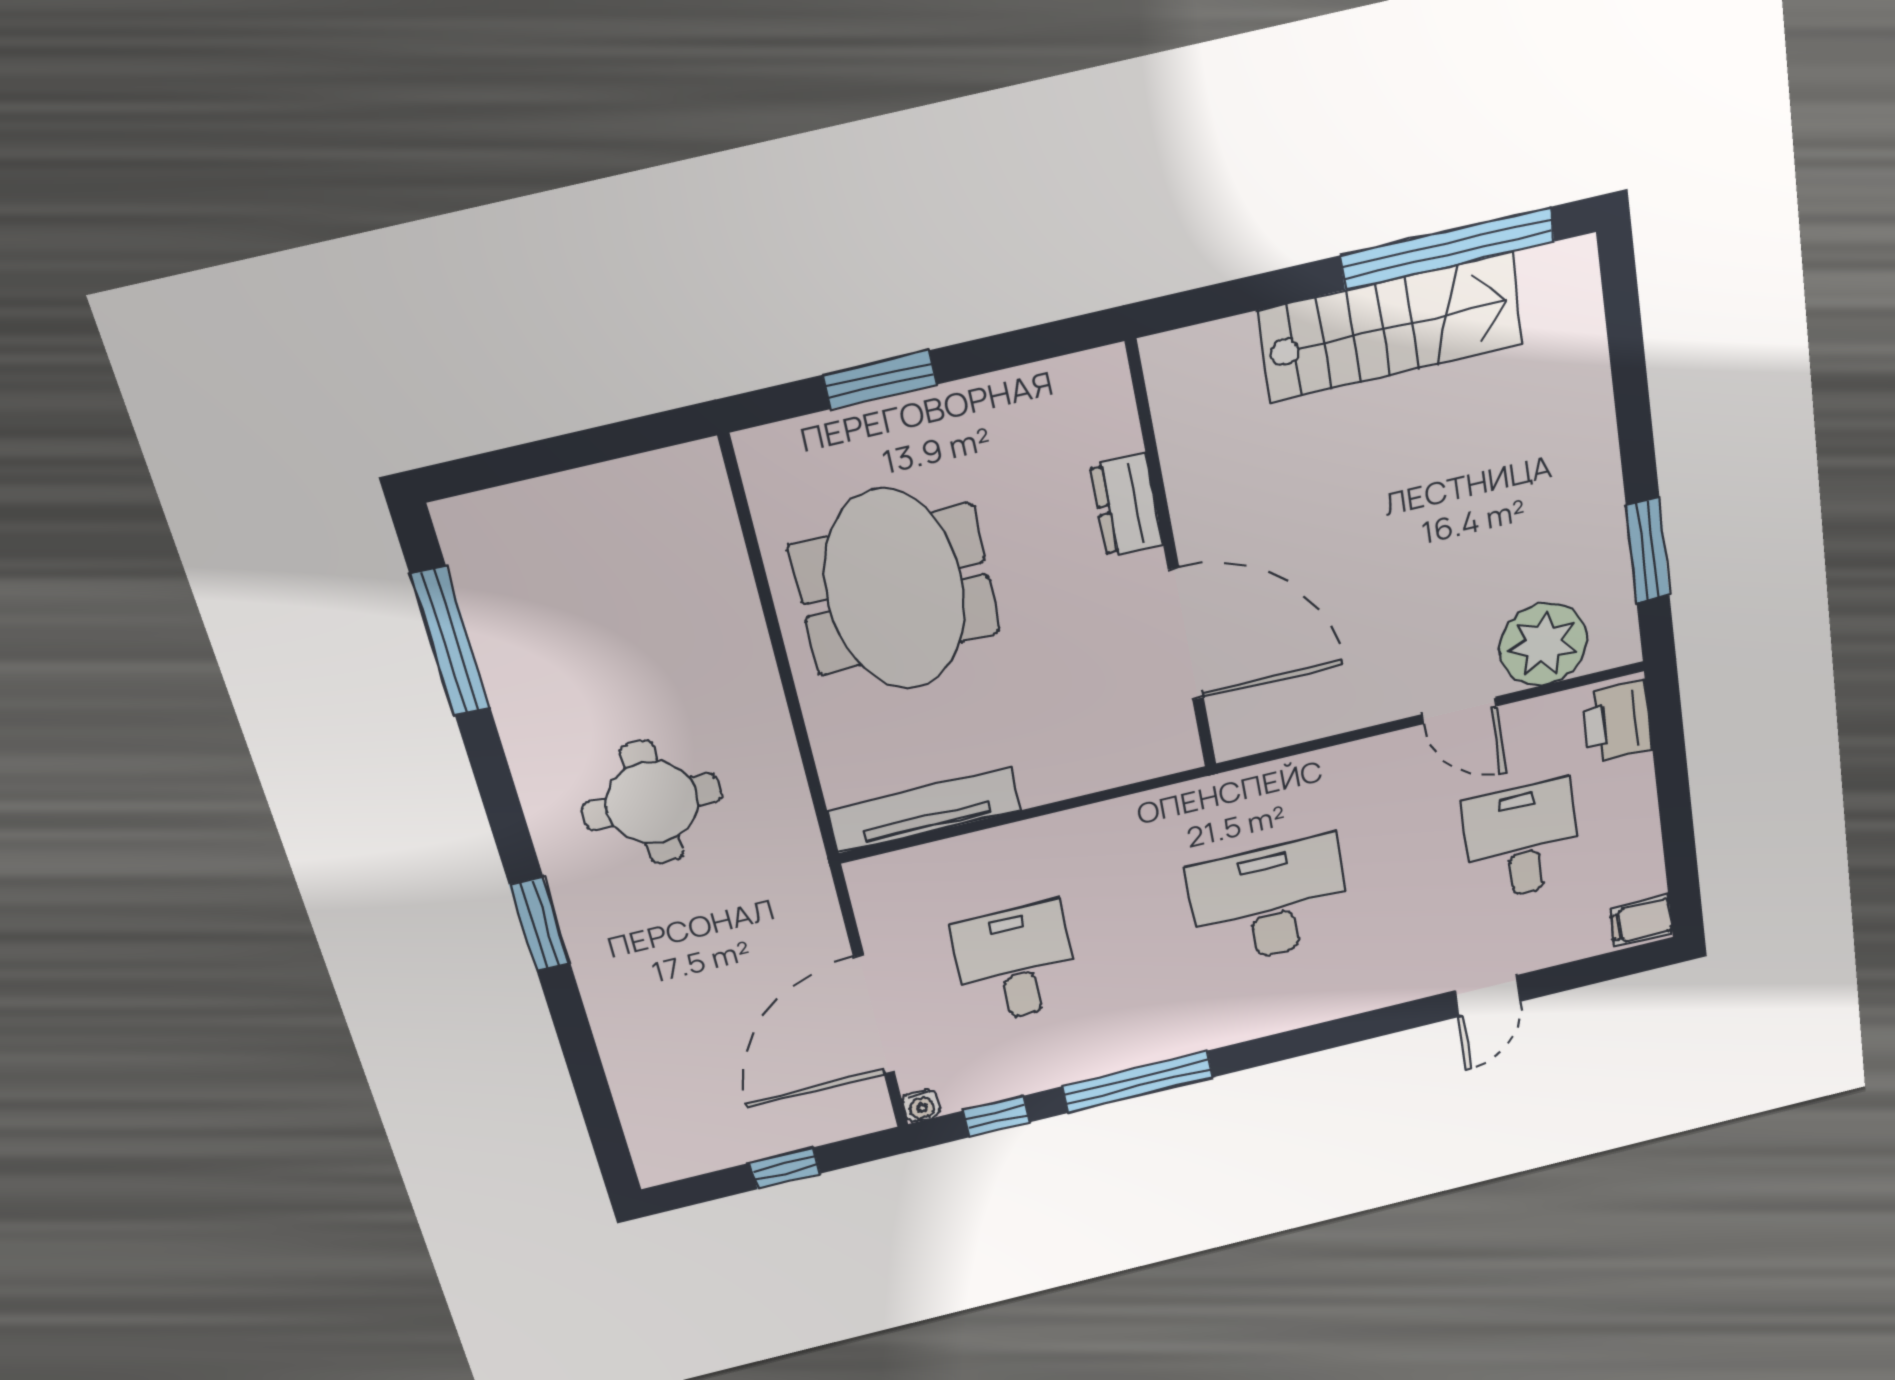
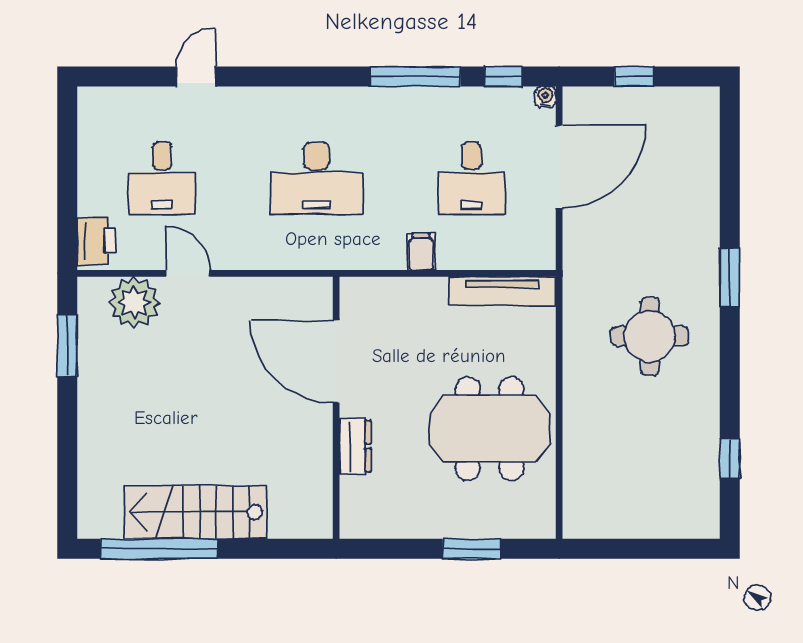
meeting table: (895, 589) -> (490, 429), turned 90
window: (450, 641) -> (730, 459), width x0.46
filing cabinet: (1641, 921) -> (421, 252), moved, turned -90

